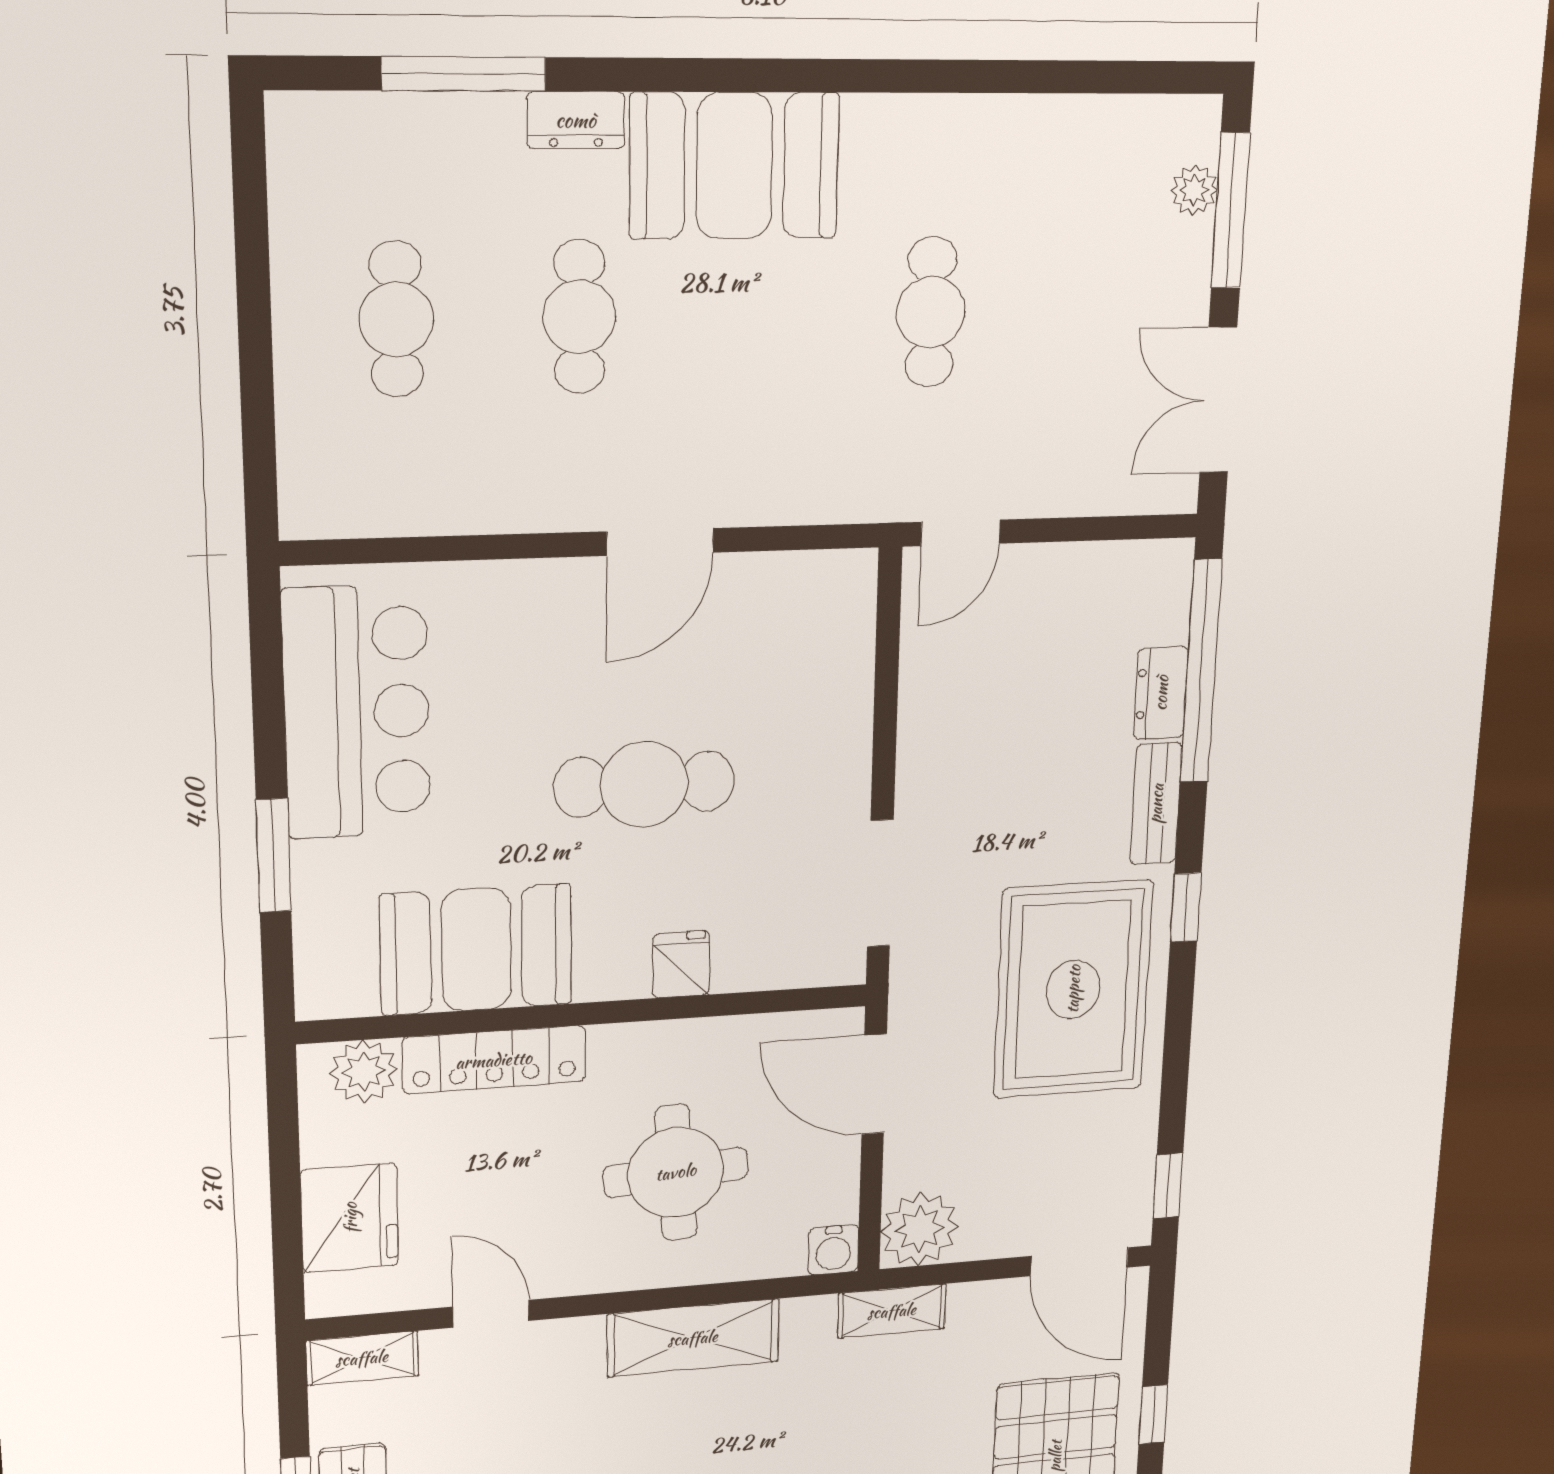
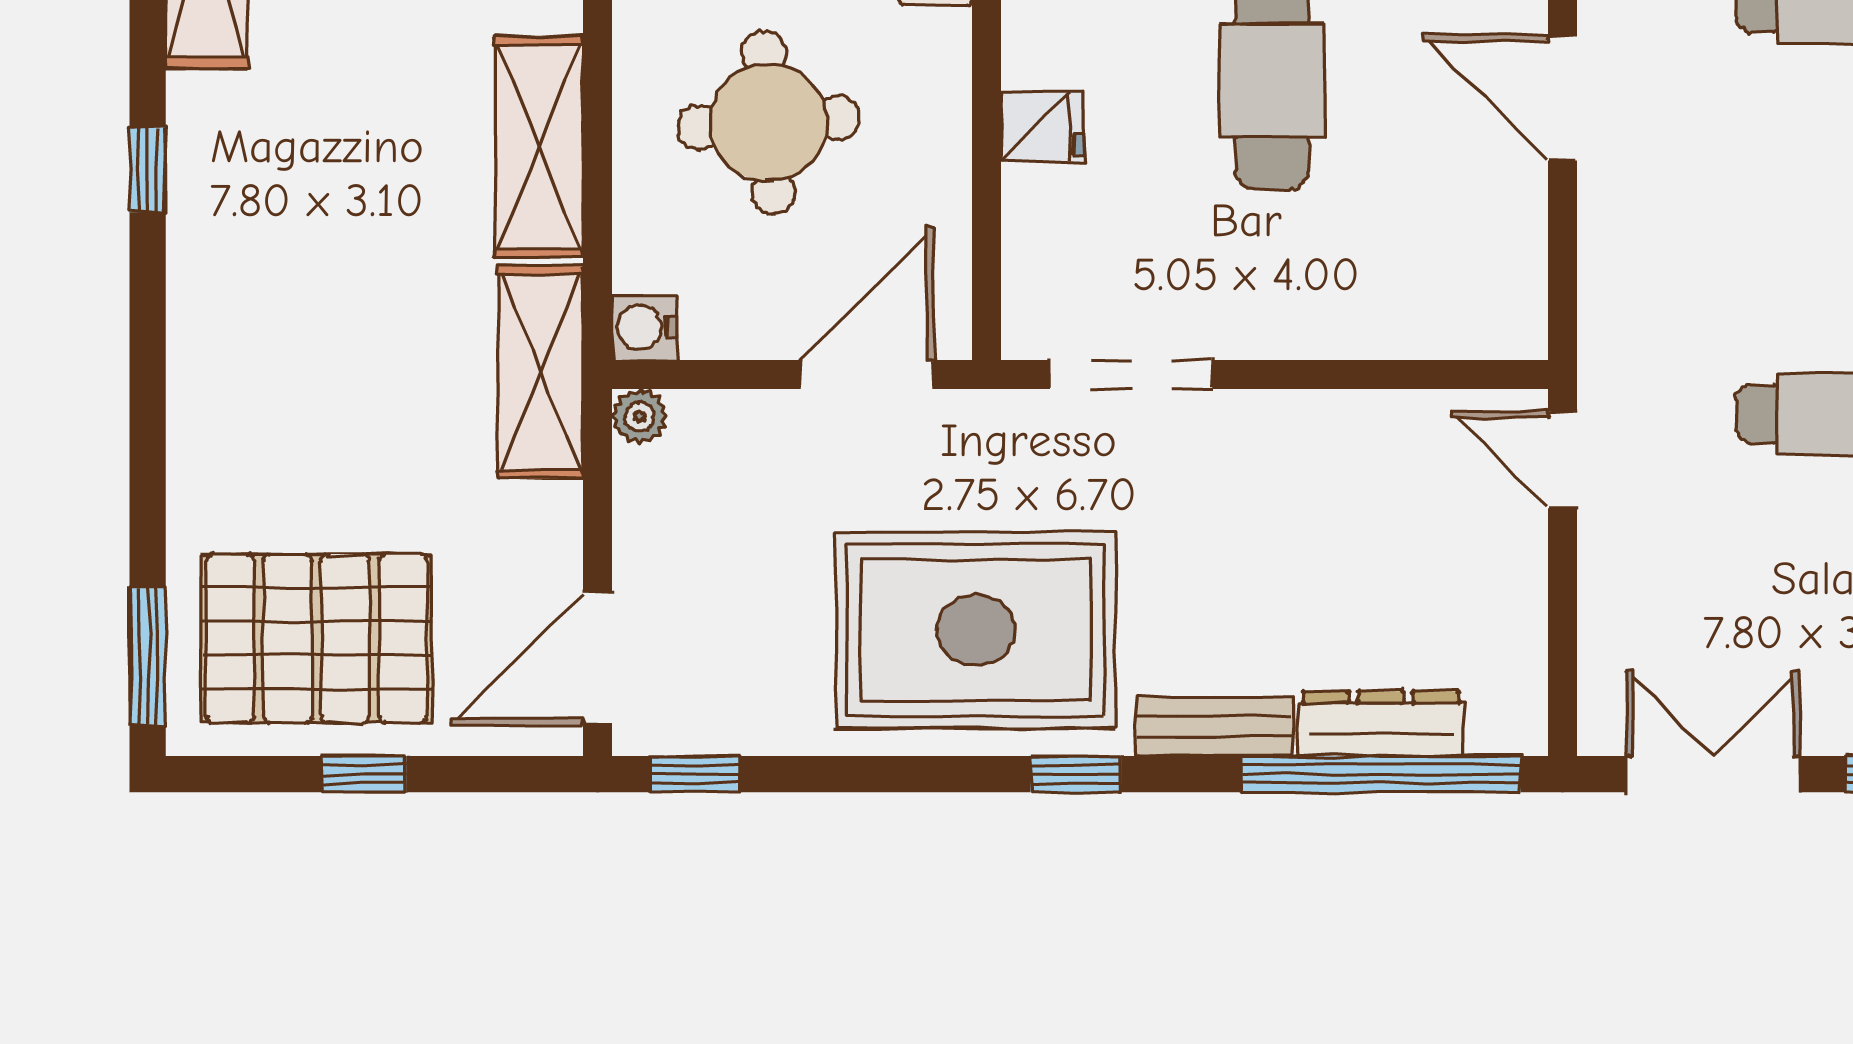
dresser: (1161, 693) -> (1381, 724), width x1.44
plant: (920, 1229) -> (640, 416), width x0.53, depth x0.53
shelving: (892, 1311) -> (541, 372), width x1.50, depth x1.33

